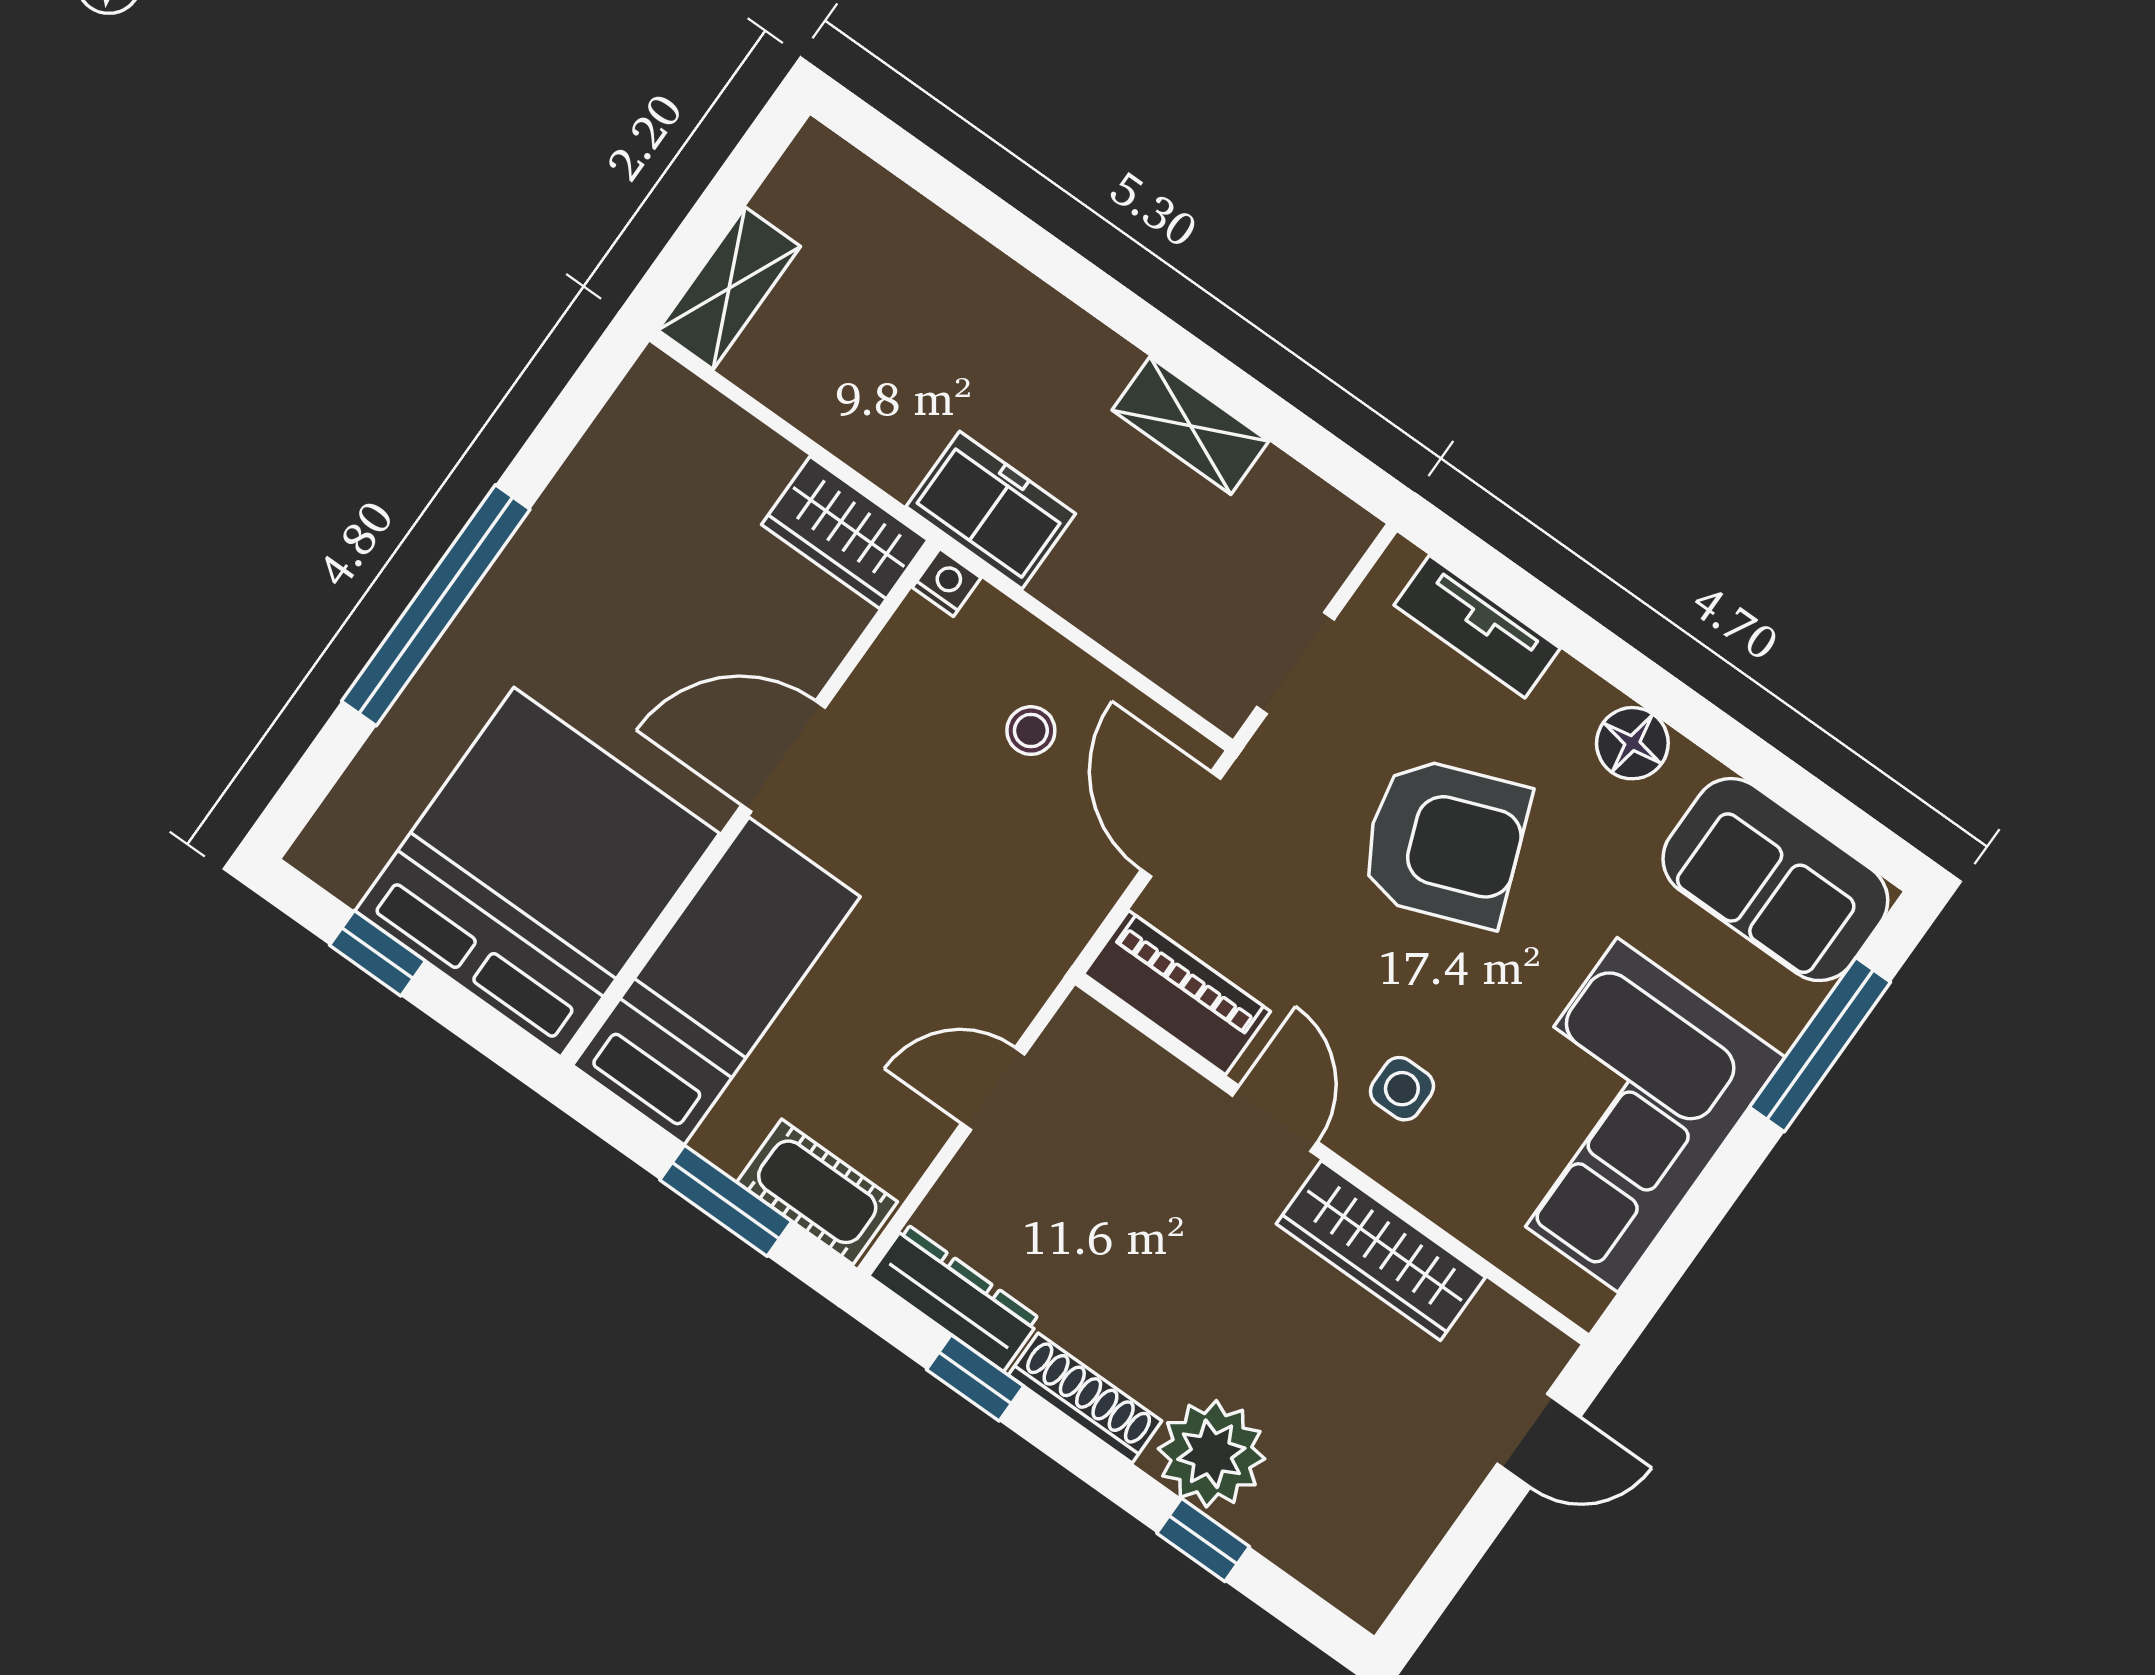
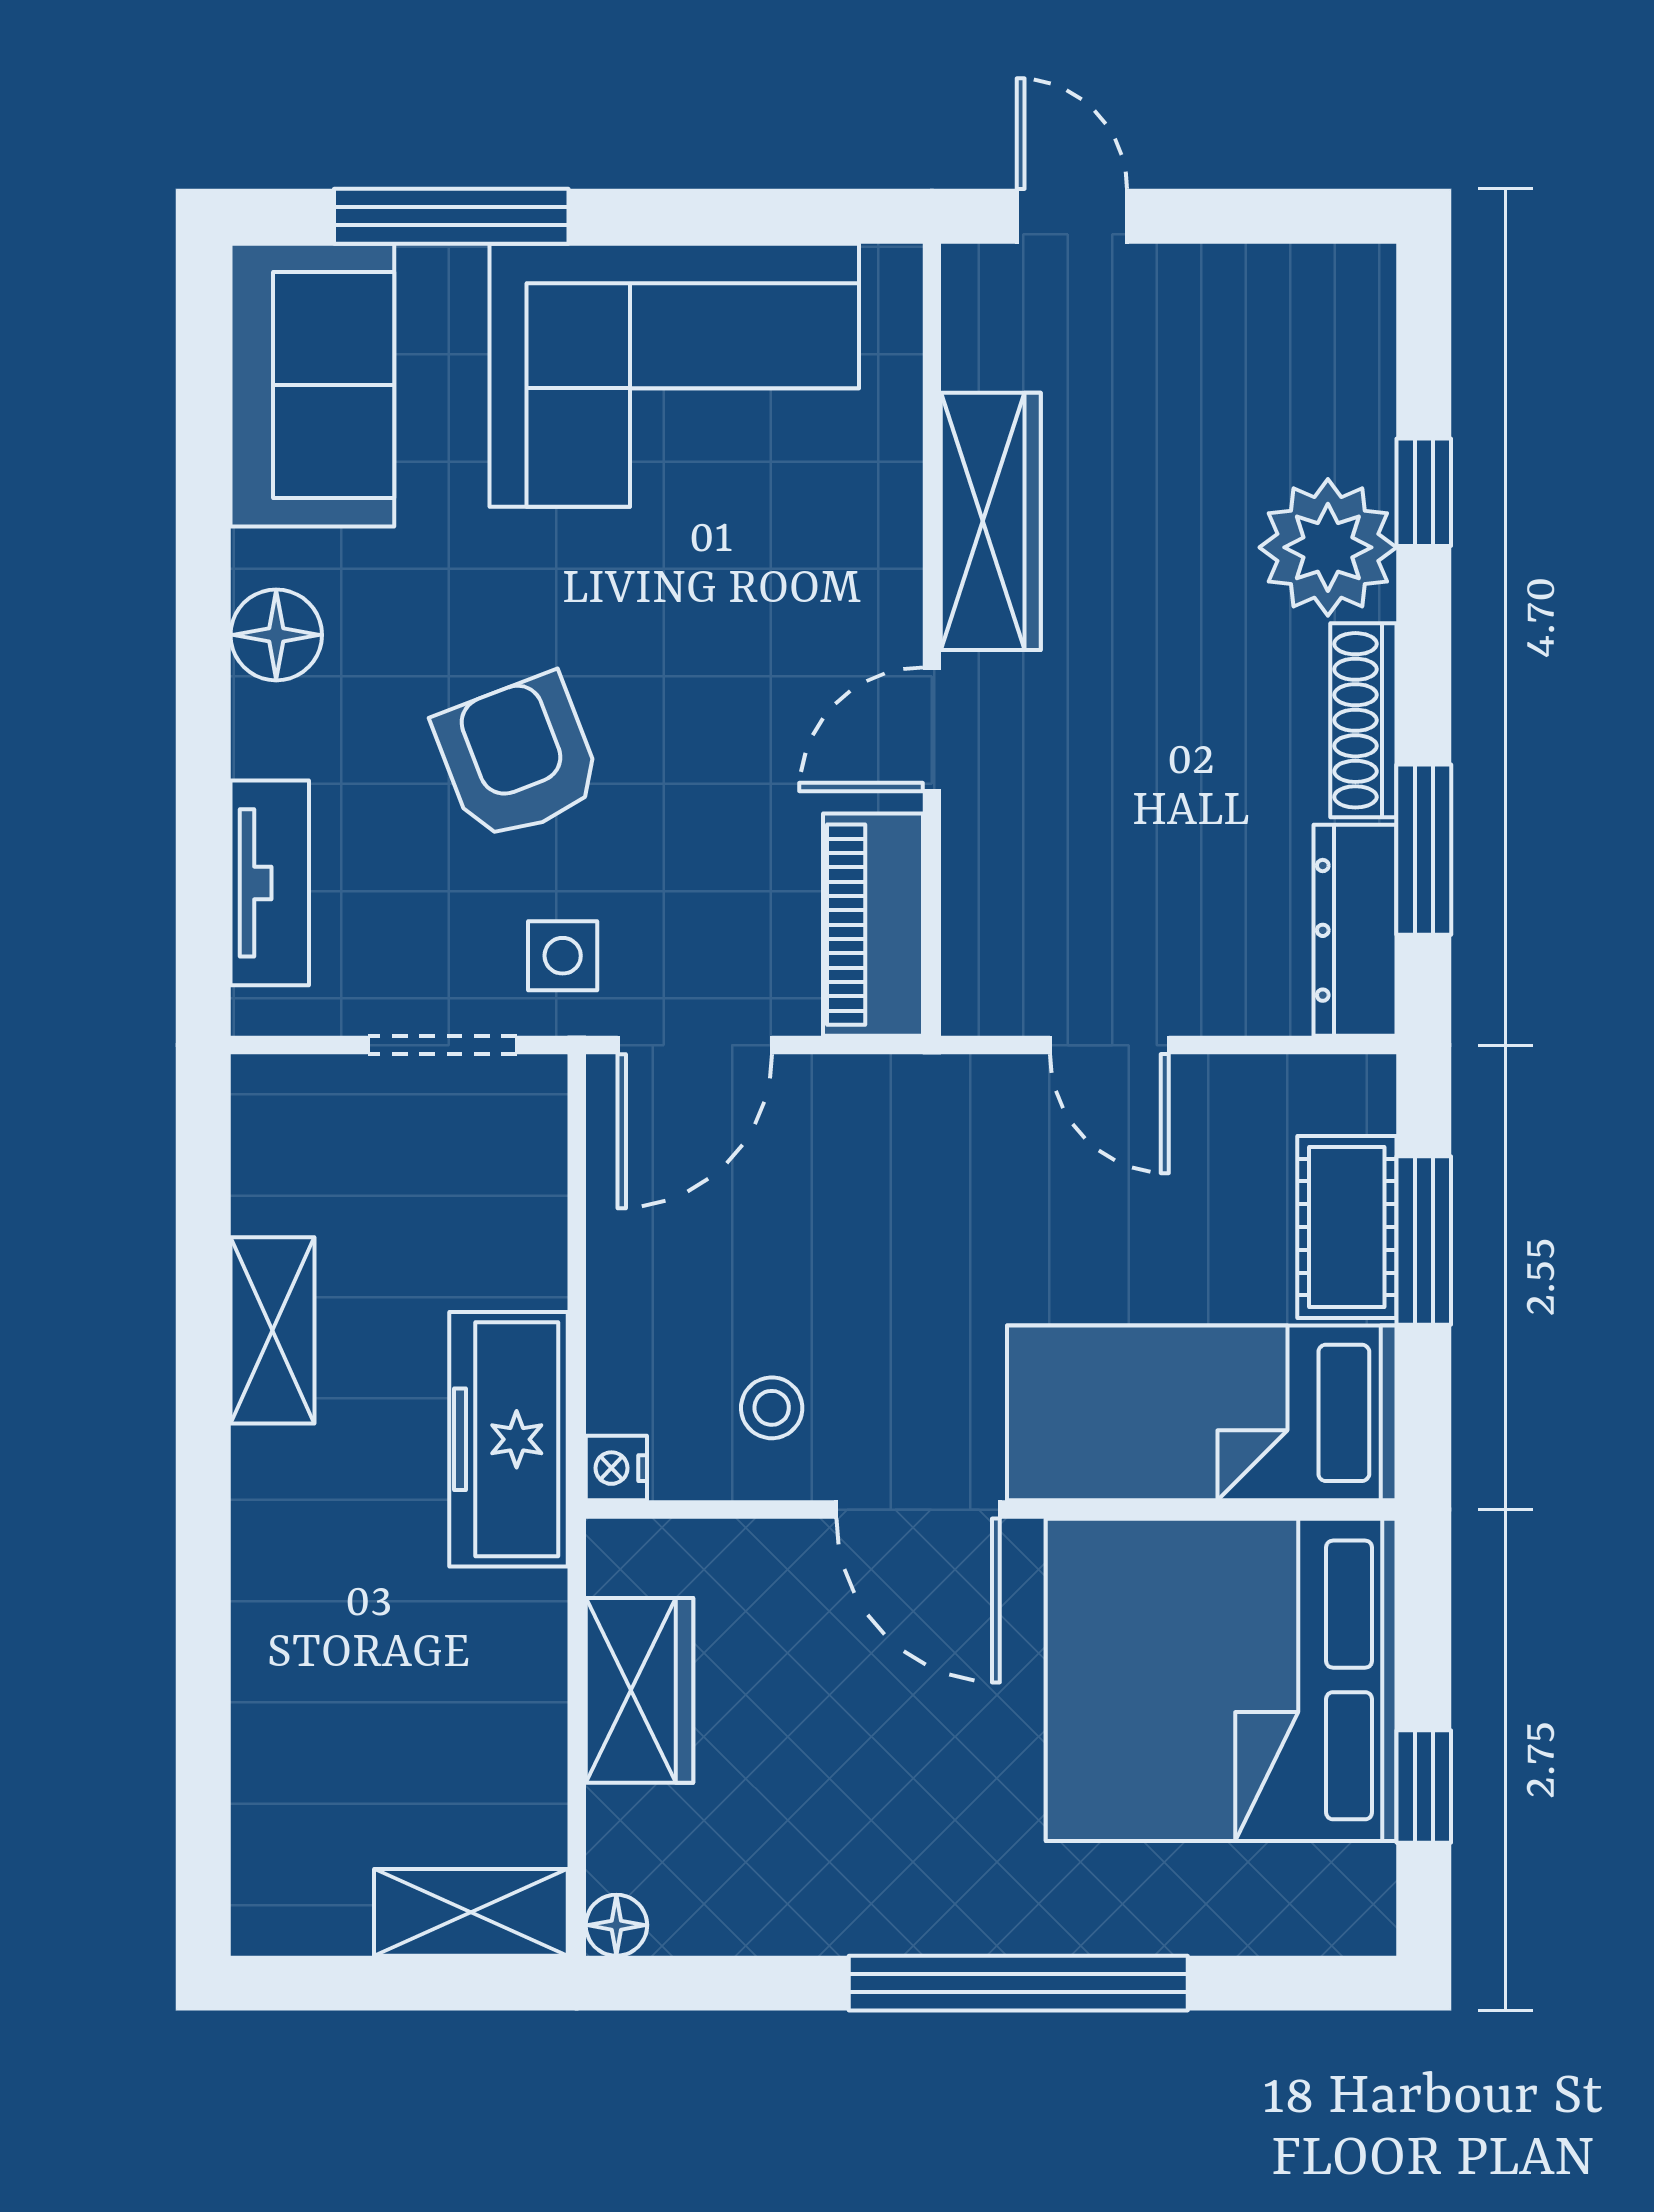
floor lamp: (655, 375) -> (616, 1925), added
freezer: (991, 510) -> (508, 1439), width x1.40
wardrobe: (845, 532) -> (639, 1690), moved
stool: (1031, 731) -> (772, 1408), moved
armchair: (1444, 842) -> (518, 758), width x0.73, depth x0.73
side table: (1402, 1089) -> (563, 956), moved
cot: (817, 1192) -> (1347, 1227), moved
window: (975, 1378) -> (1424, 850), width x1.50

